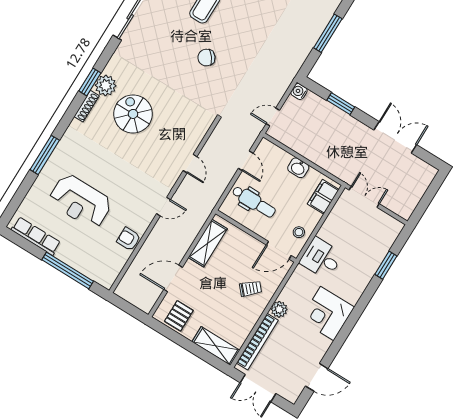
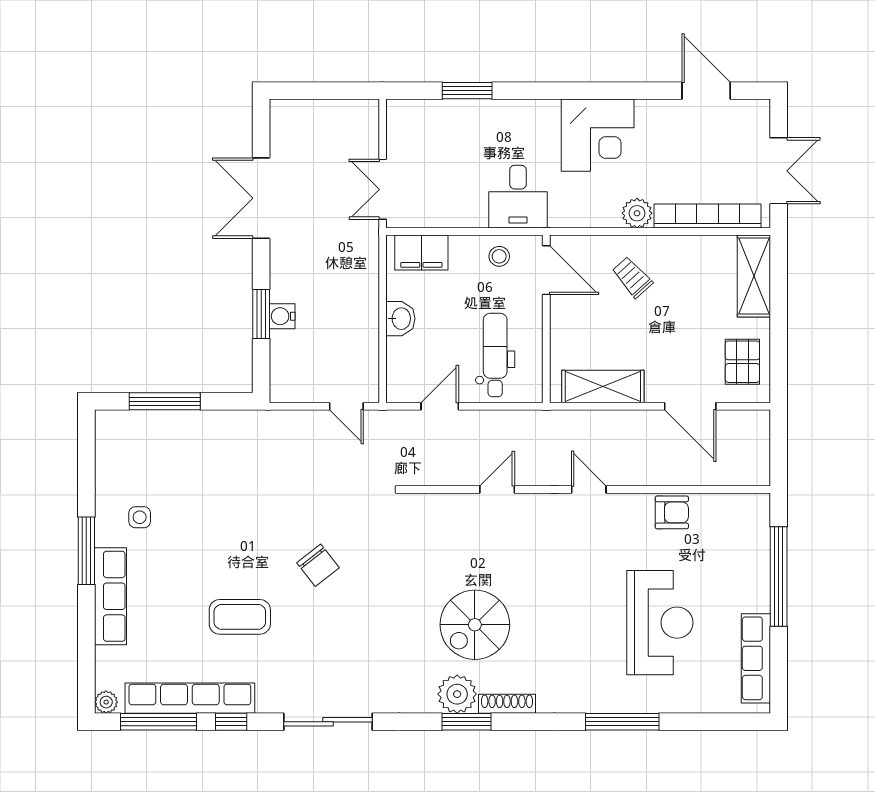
water cooler: (299, 91) -> (282, 316), moved, turned 90
armchair: (129, 239) -> (672, 512), turned -90
pallet: (179, 316) -> (742, 362), turned 90

